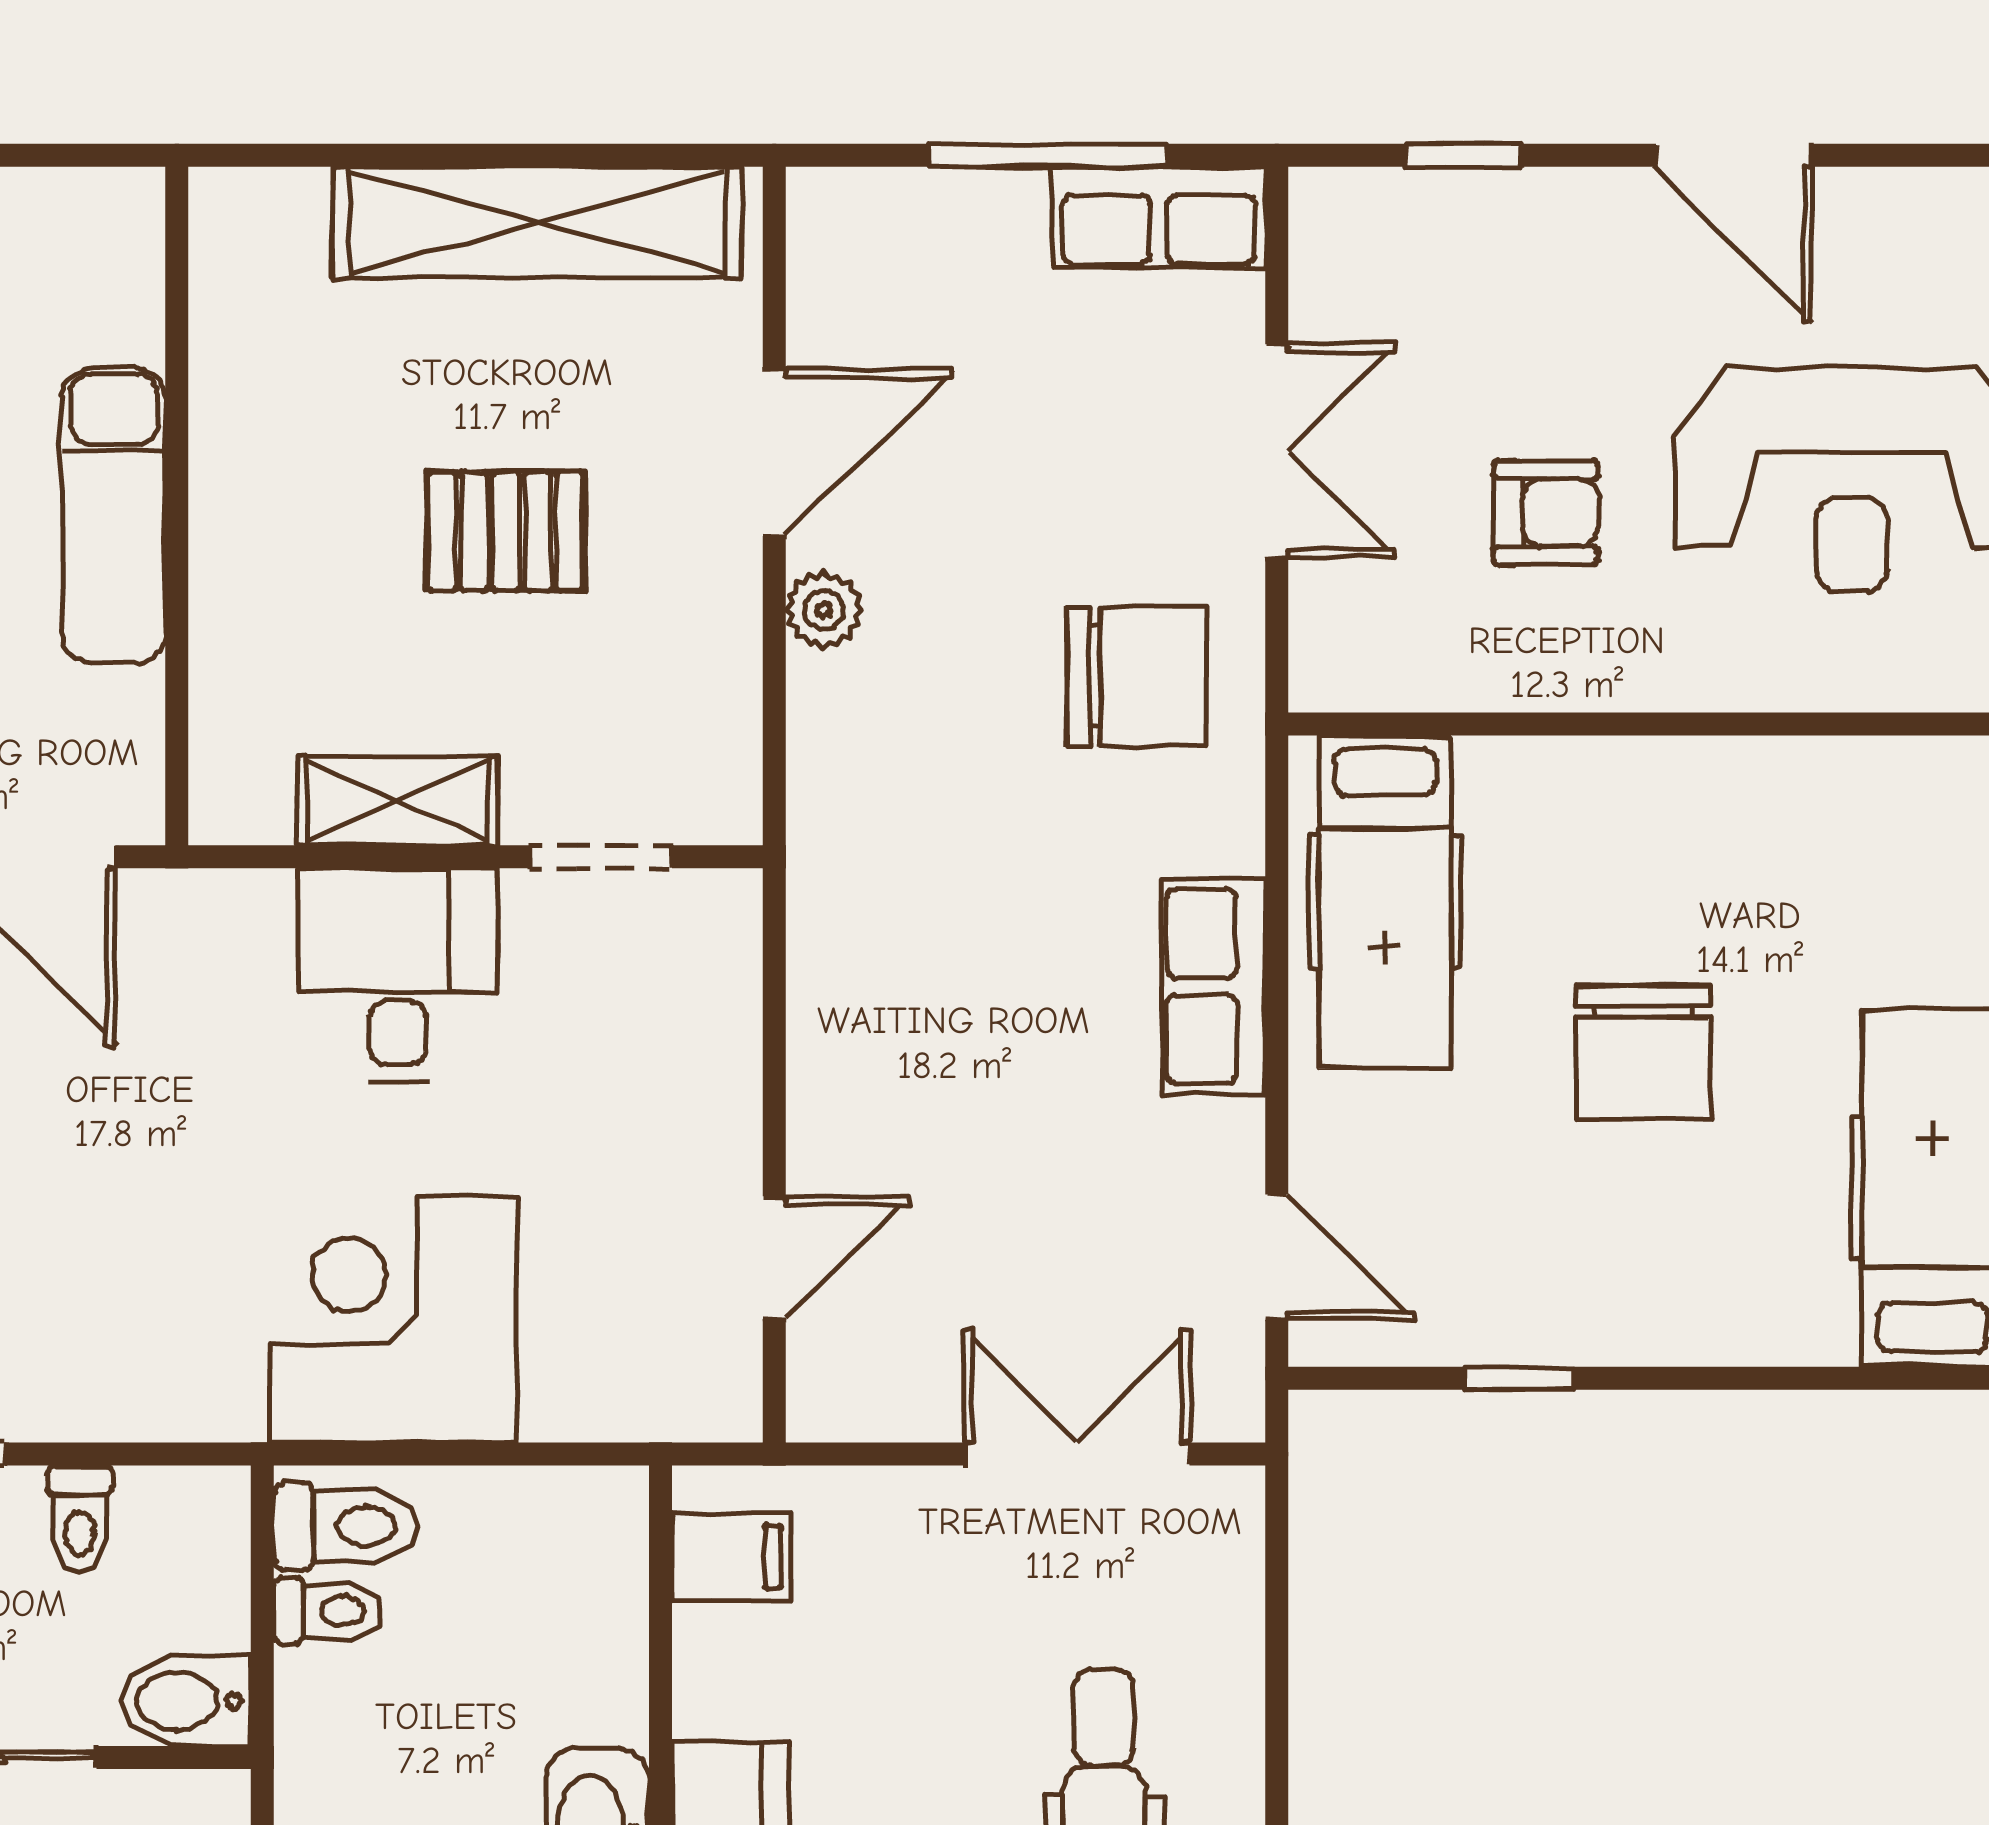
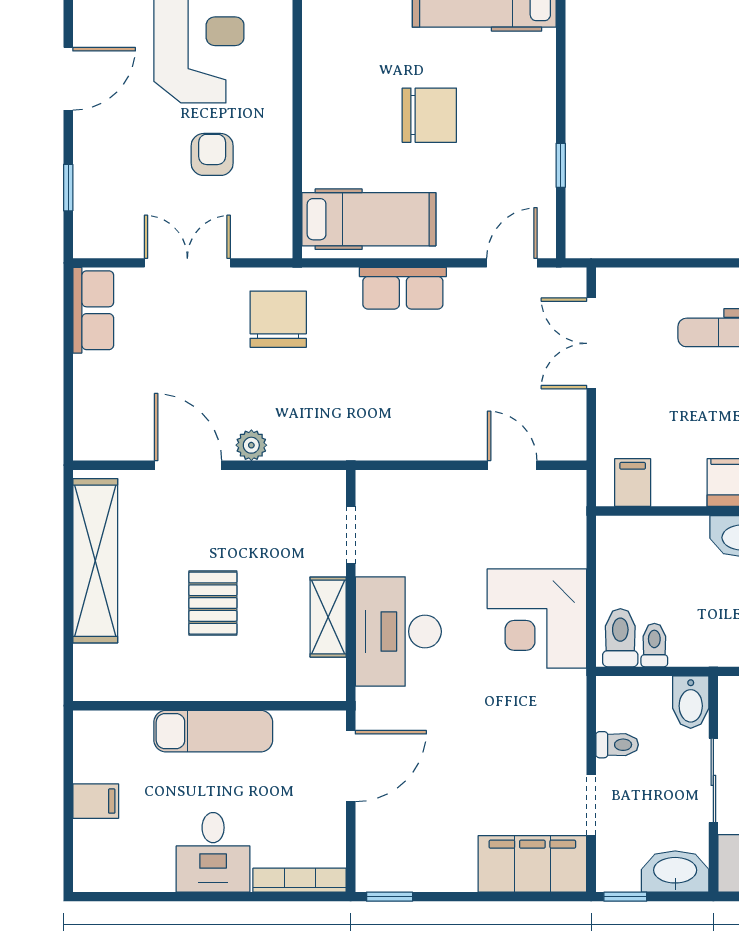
window: (1048, 155) -> (68, 355), removed
pallet: (506, 531) -> (213, 603), moved
desk: (398, 975) -> (398, 632), width x1.37

